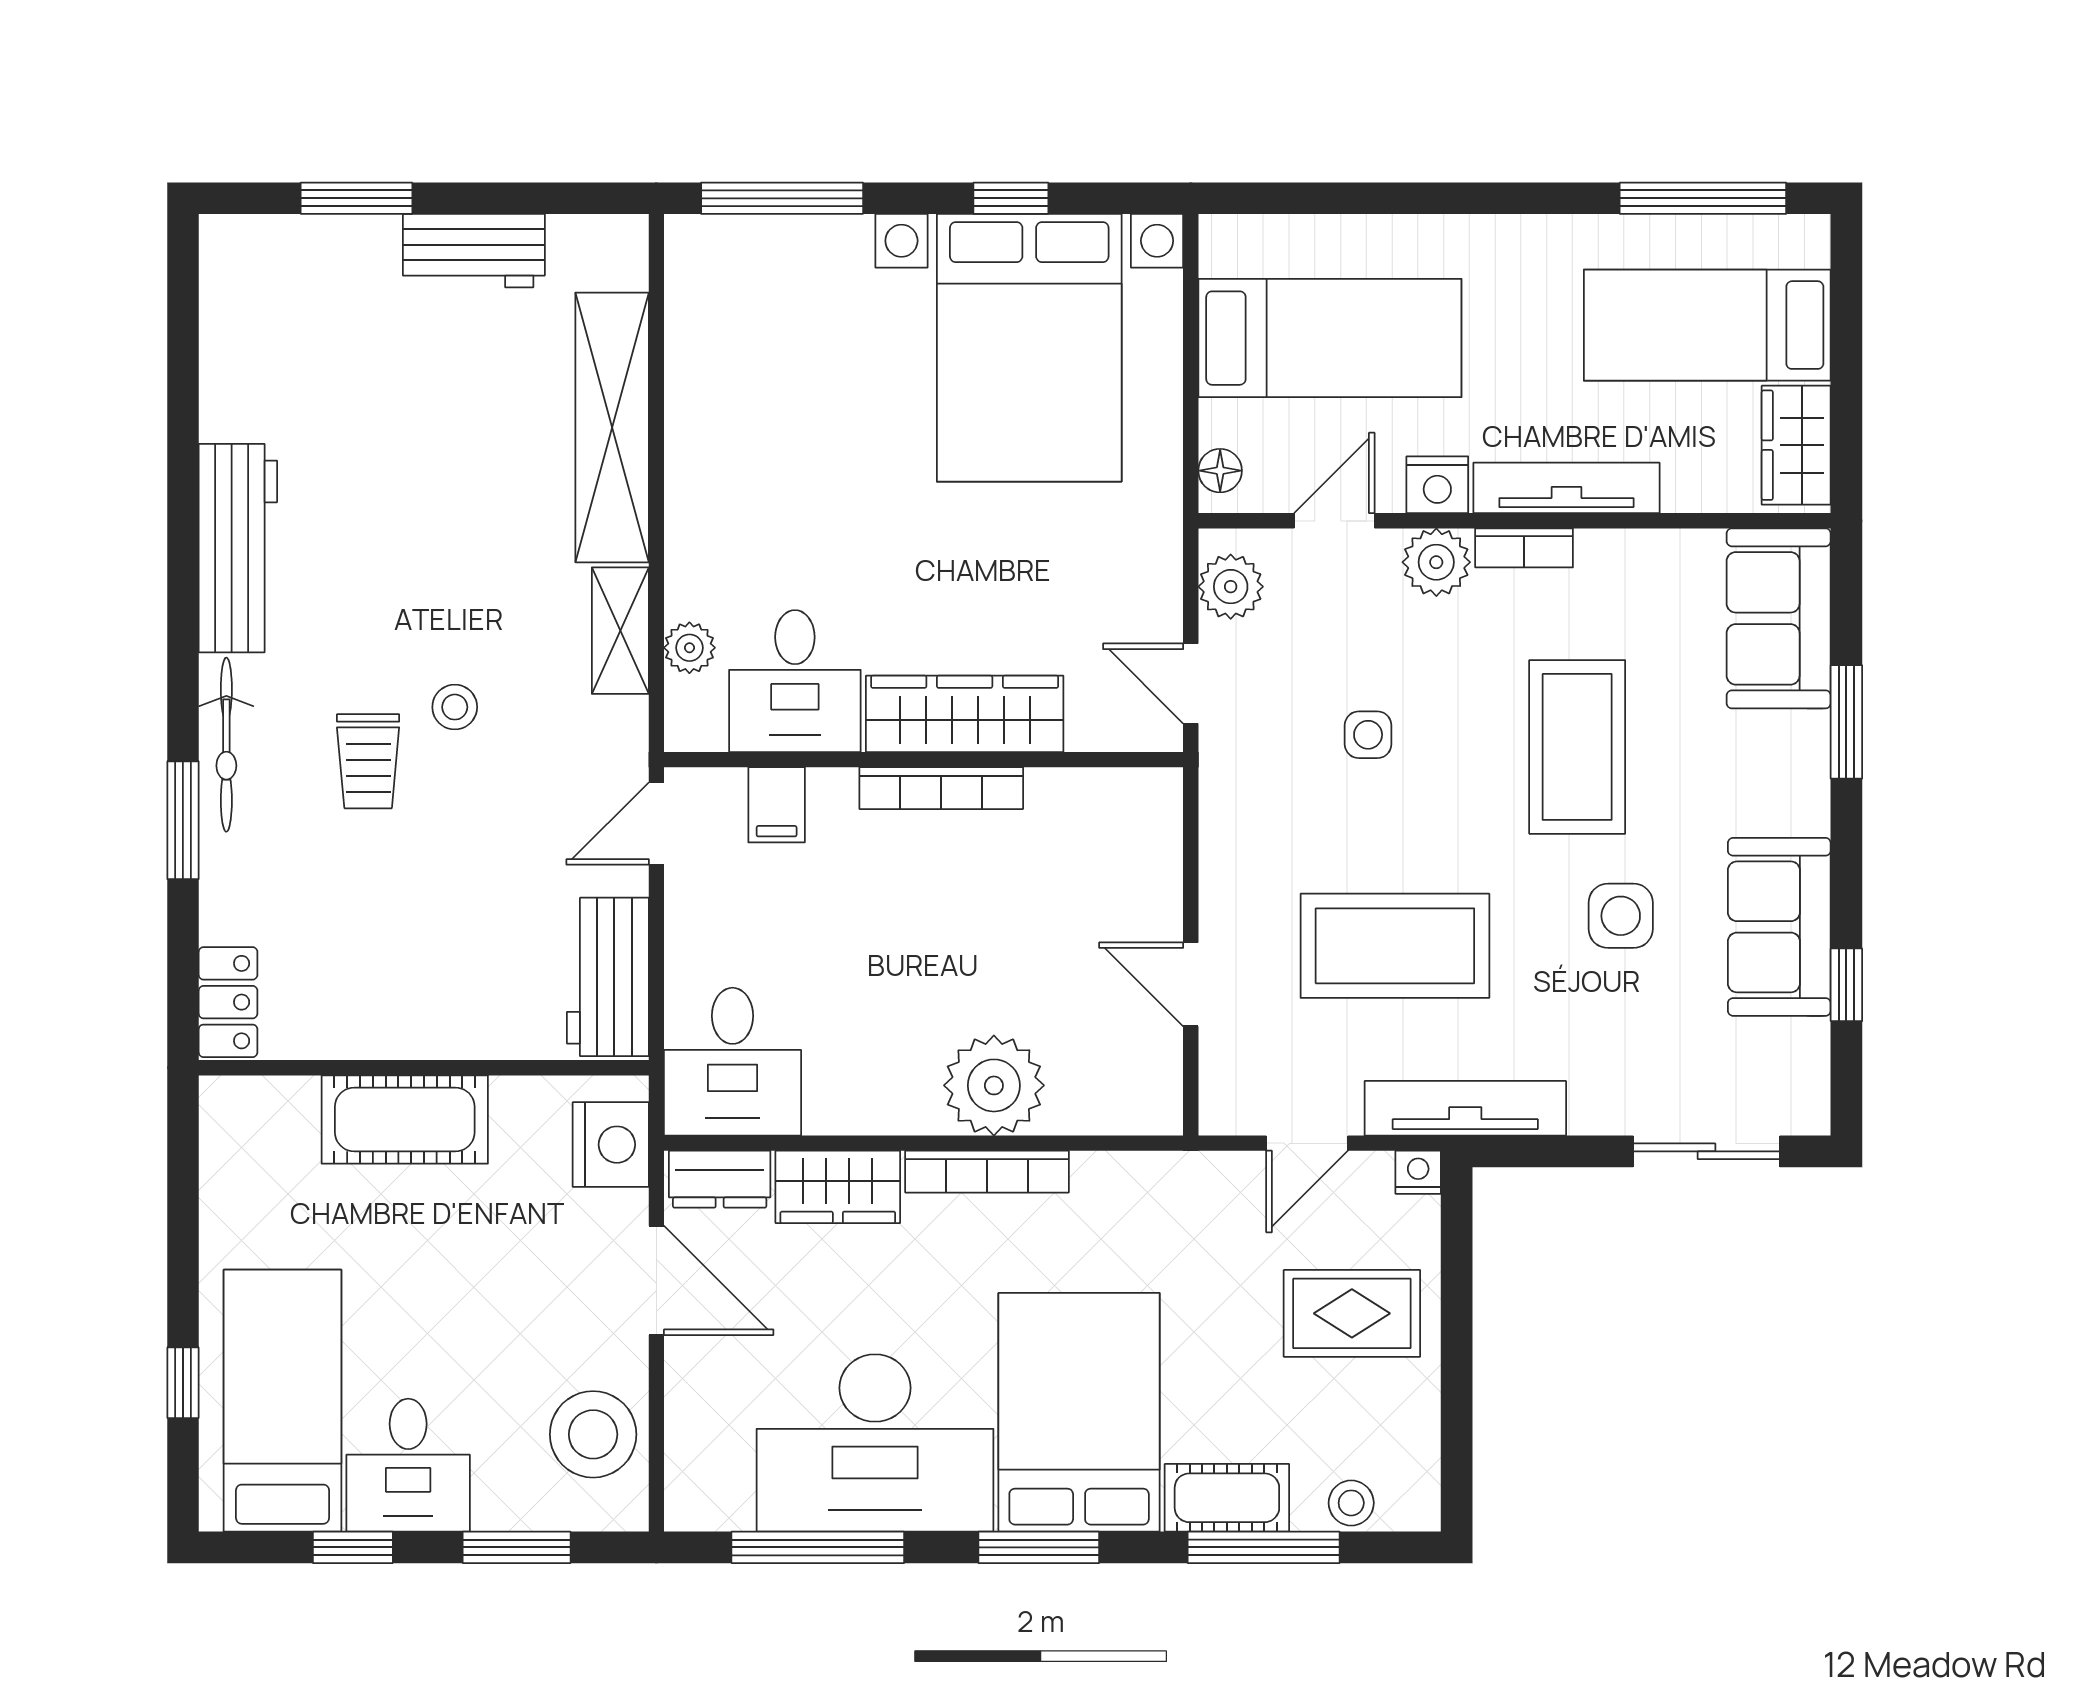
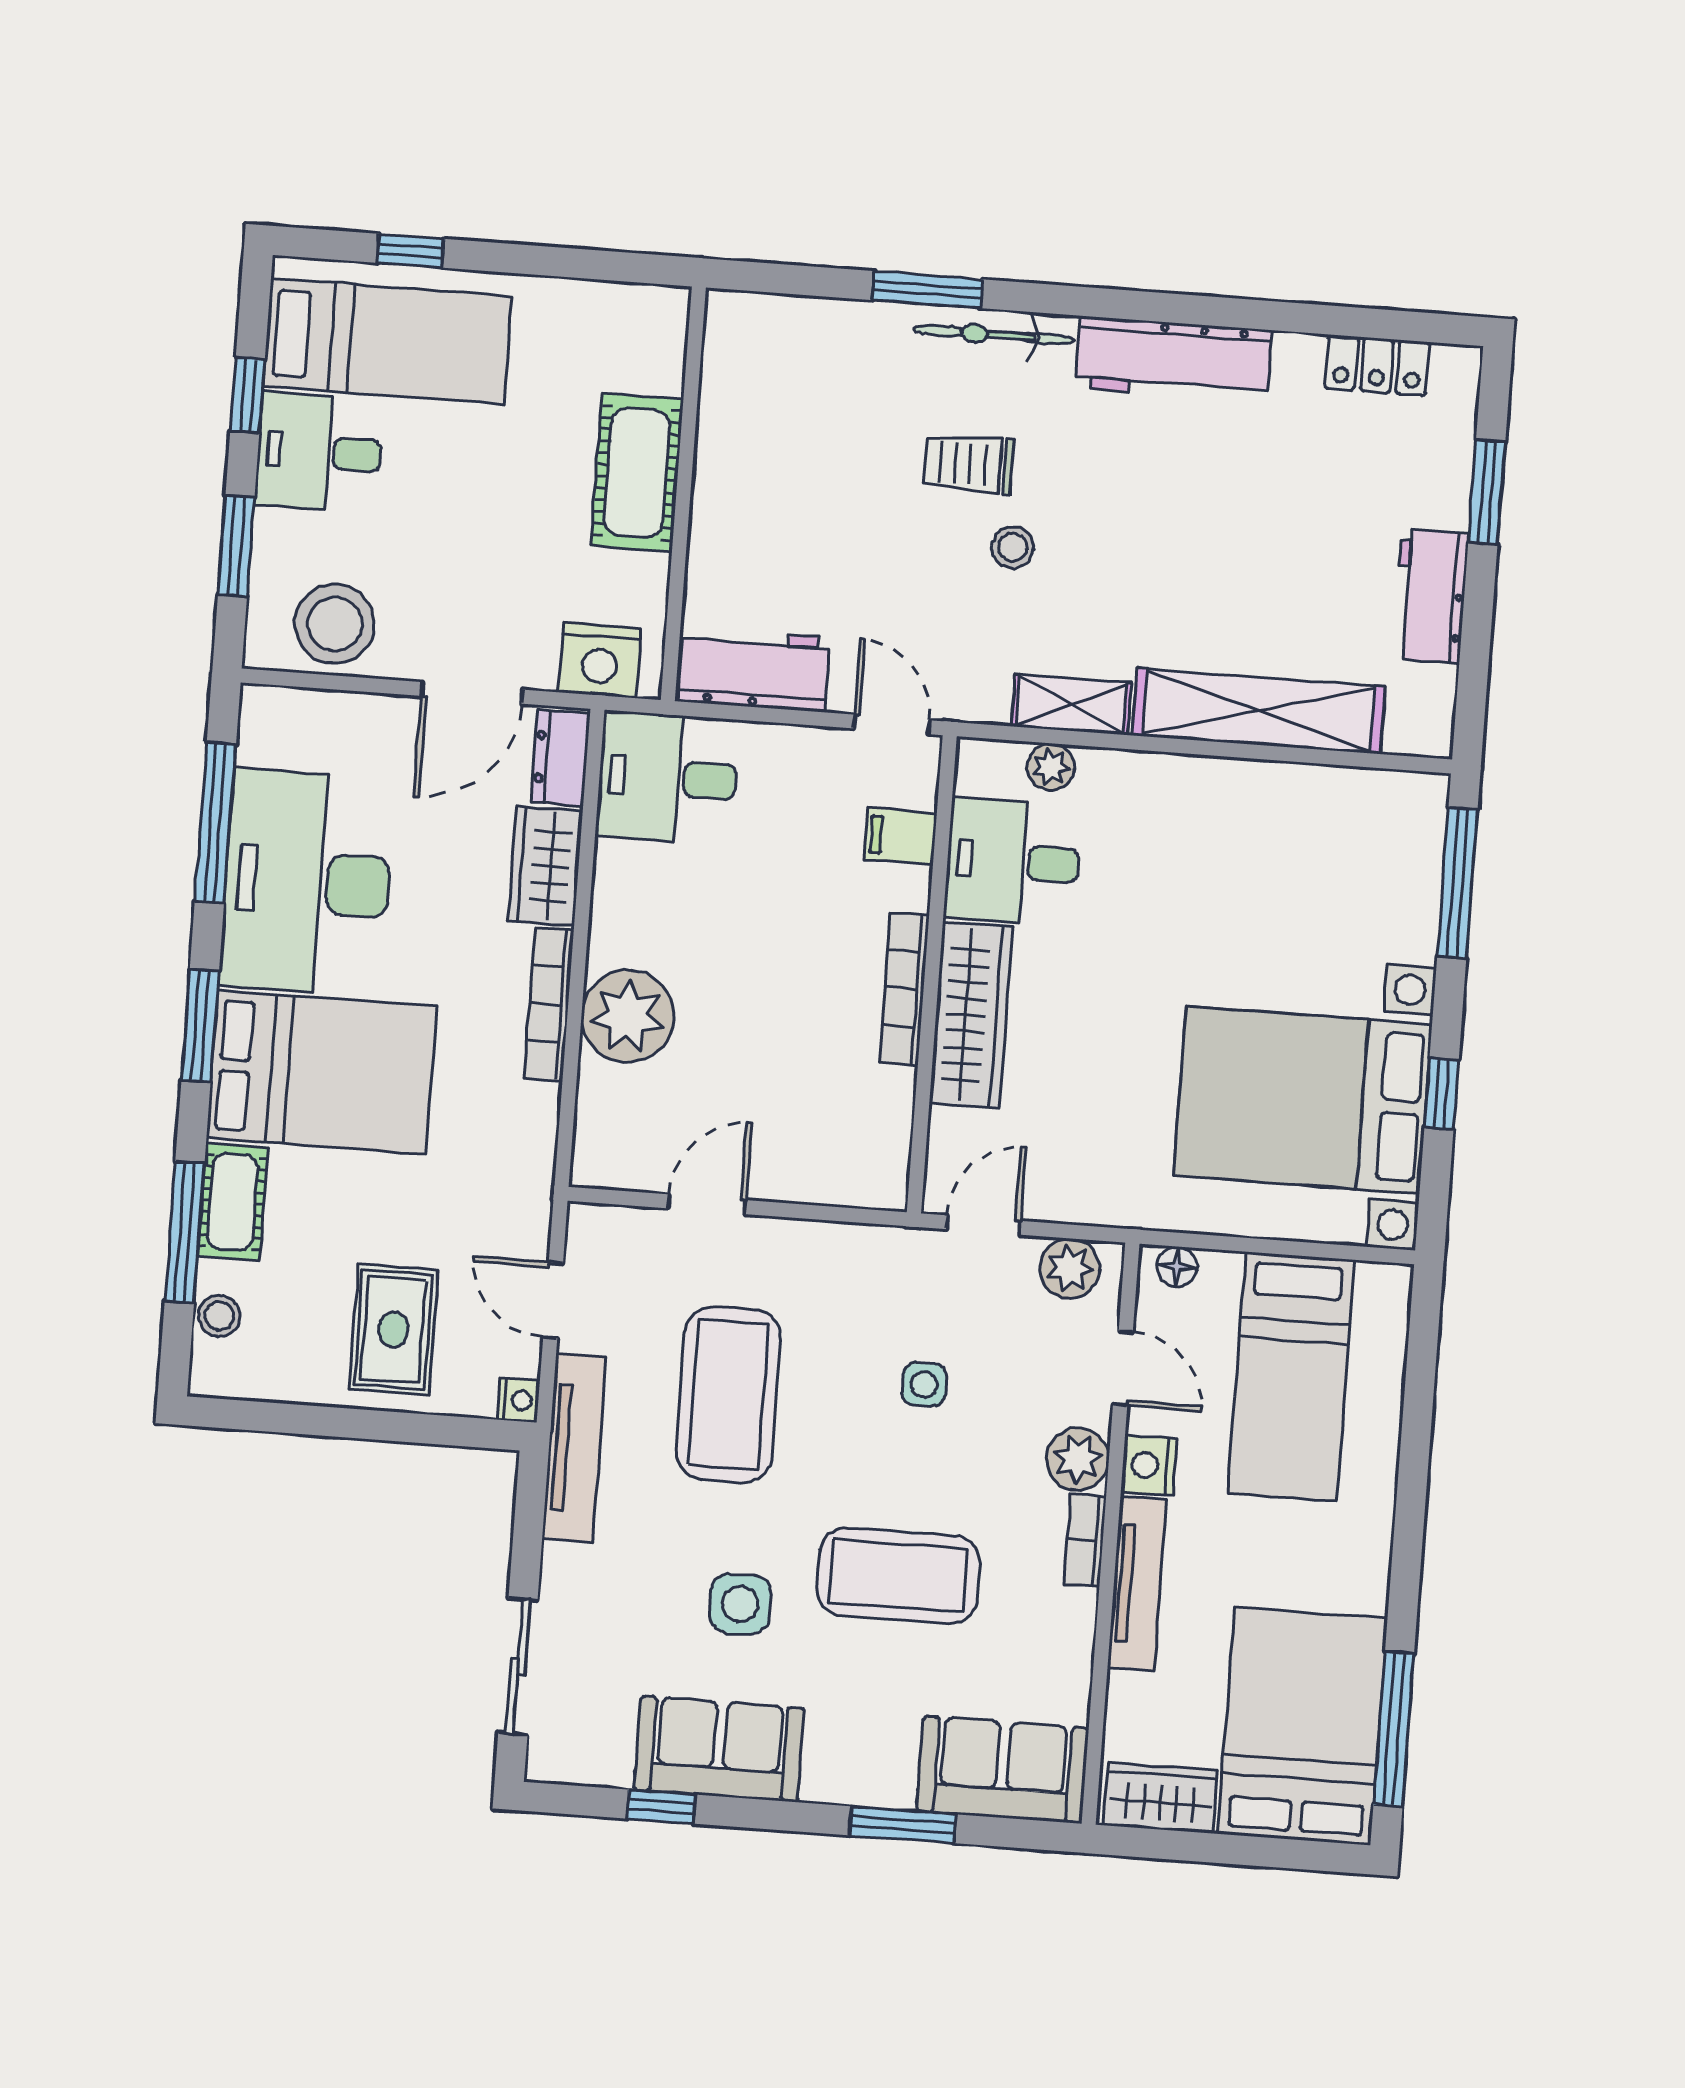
bed: (1707, 325) -> (1302, 1726), width x1.50
locker: (228, 1002) -> (1377, 365), moved

